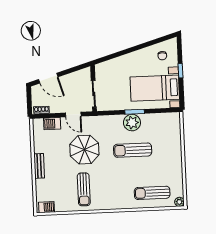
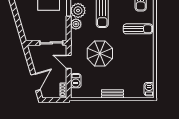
door: (73, 115) -> (69, 62), swing flipped
plant: (116, 121) -> (76, 24), added
sun lounger: (84, 189) -> (138, 29), moved

